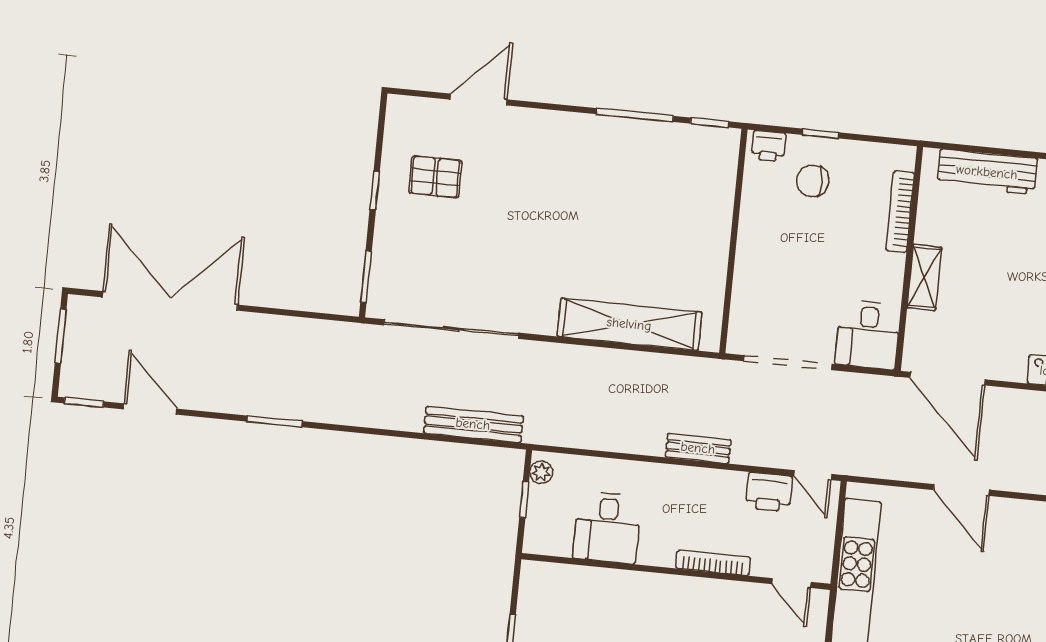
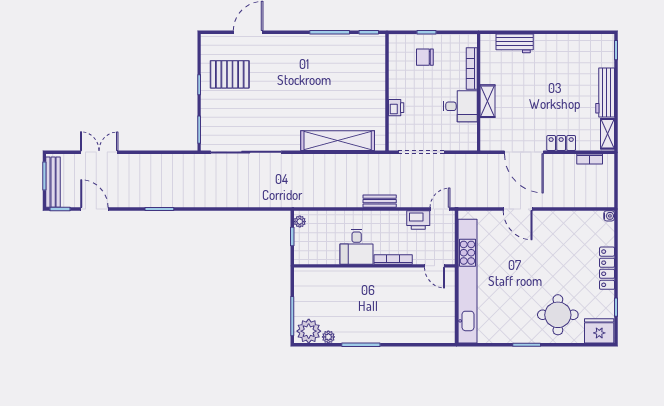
printer: (769, 146) -> (396, 108), moved, turned -90
workbench: (987, 172) -> (515, 43), width x0.73
pallet: (435, 177) -> (230, 74), width x1.50, depth x1.42
double door: (170, 301) -> (99, 152), width x0.54
desk: (868, 335) -> (460, 106), moved, turned -90
door: (947, 379) -> (524, 152), moved
bench: (473, 424) -> (53, 182), moved, turned 90
door: (813, 475) -> (440, 209), swing flipped
desk: (607, 527) -> (357, 247), moved

